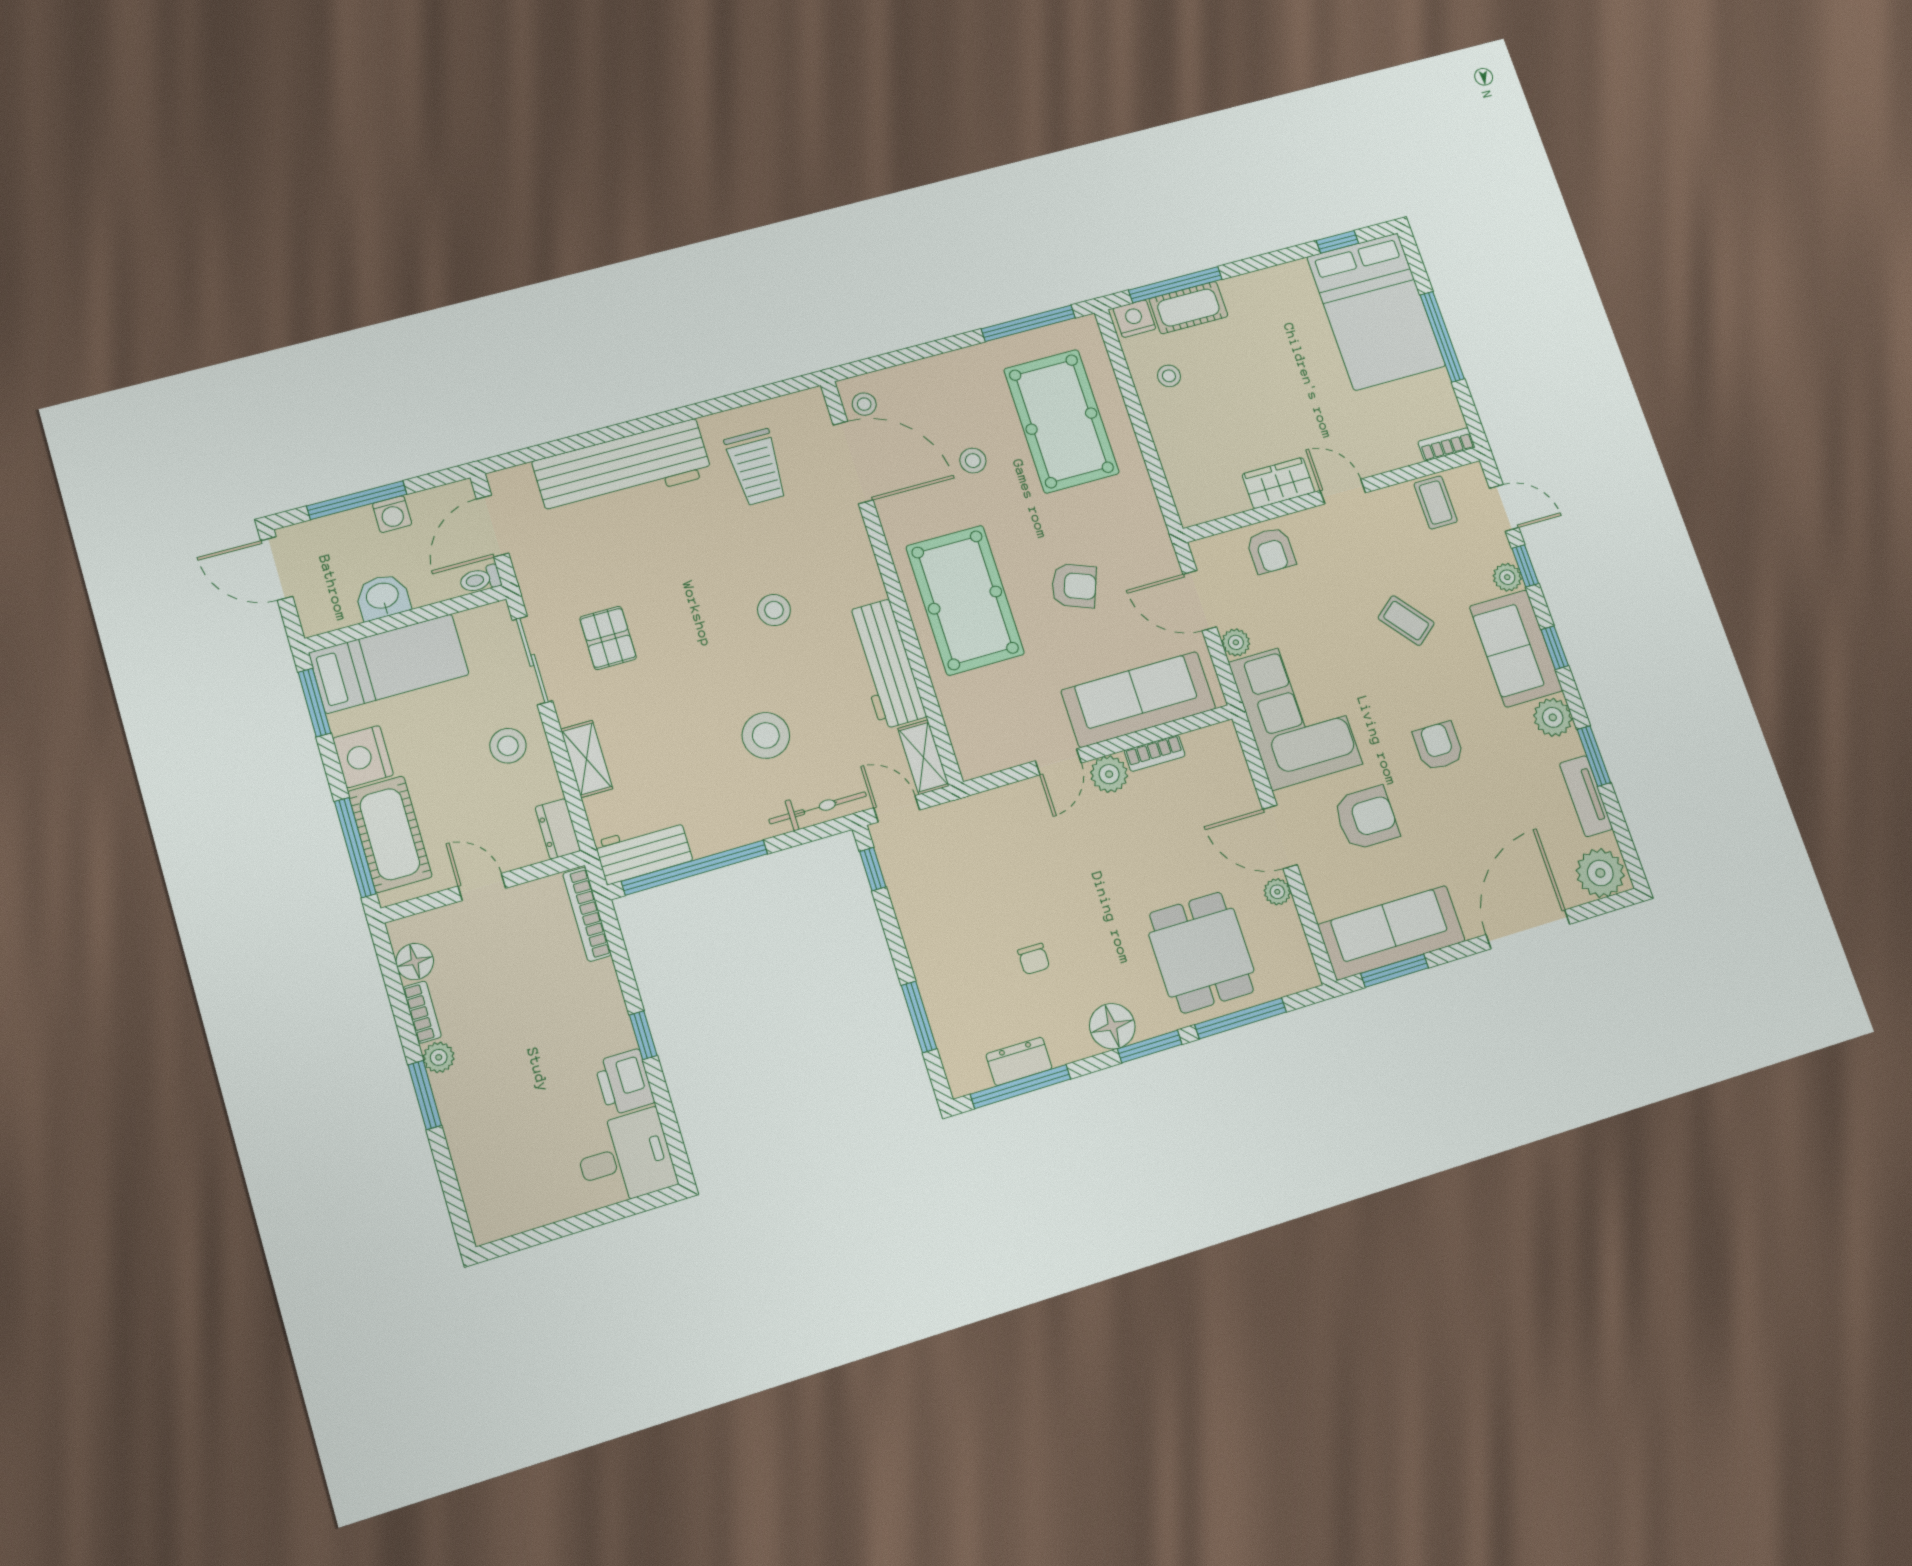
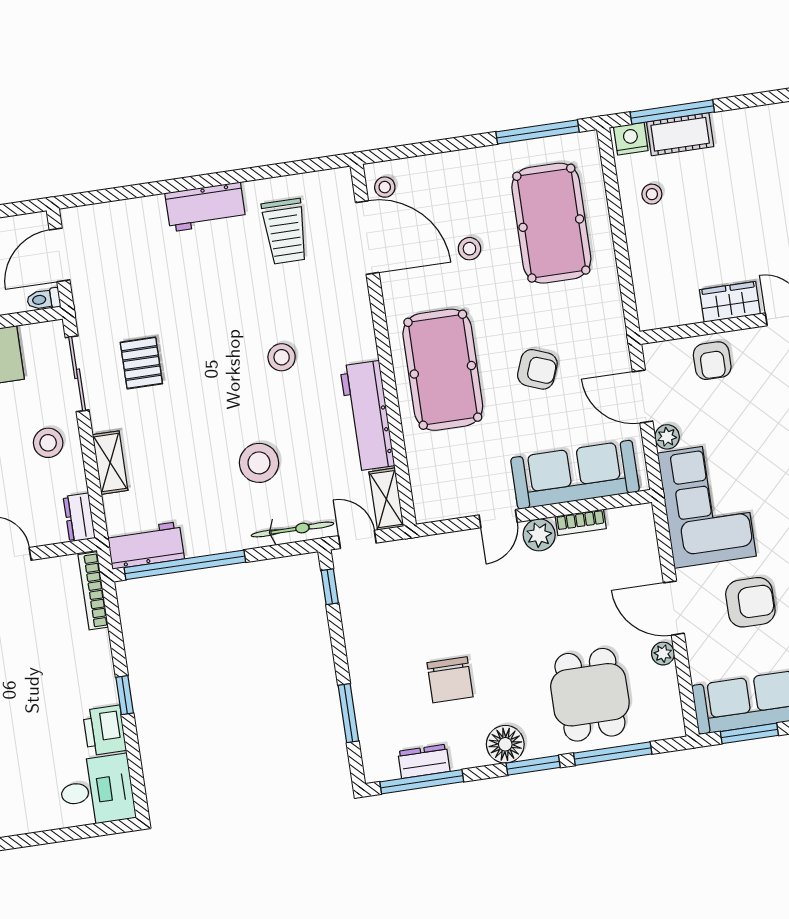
workbench: (622, 468) -> (205, 207), width x0.53, depth x0.76
chair: (1034, 959) -> (450, 680), width x1.87, depth x1.87

